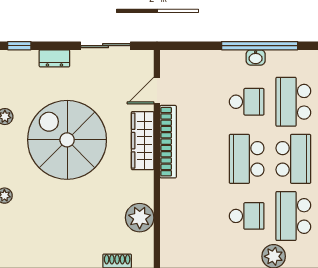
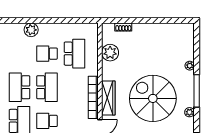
spiral stairs: (67, 140) -> (153, 98), turned 180
school desk: (293, 216) -> (74, 54), moved

